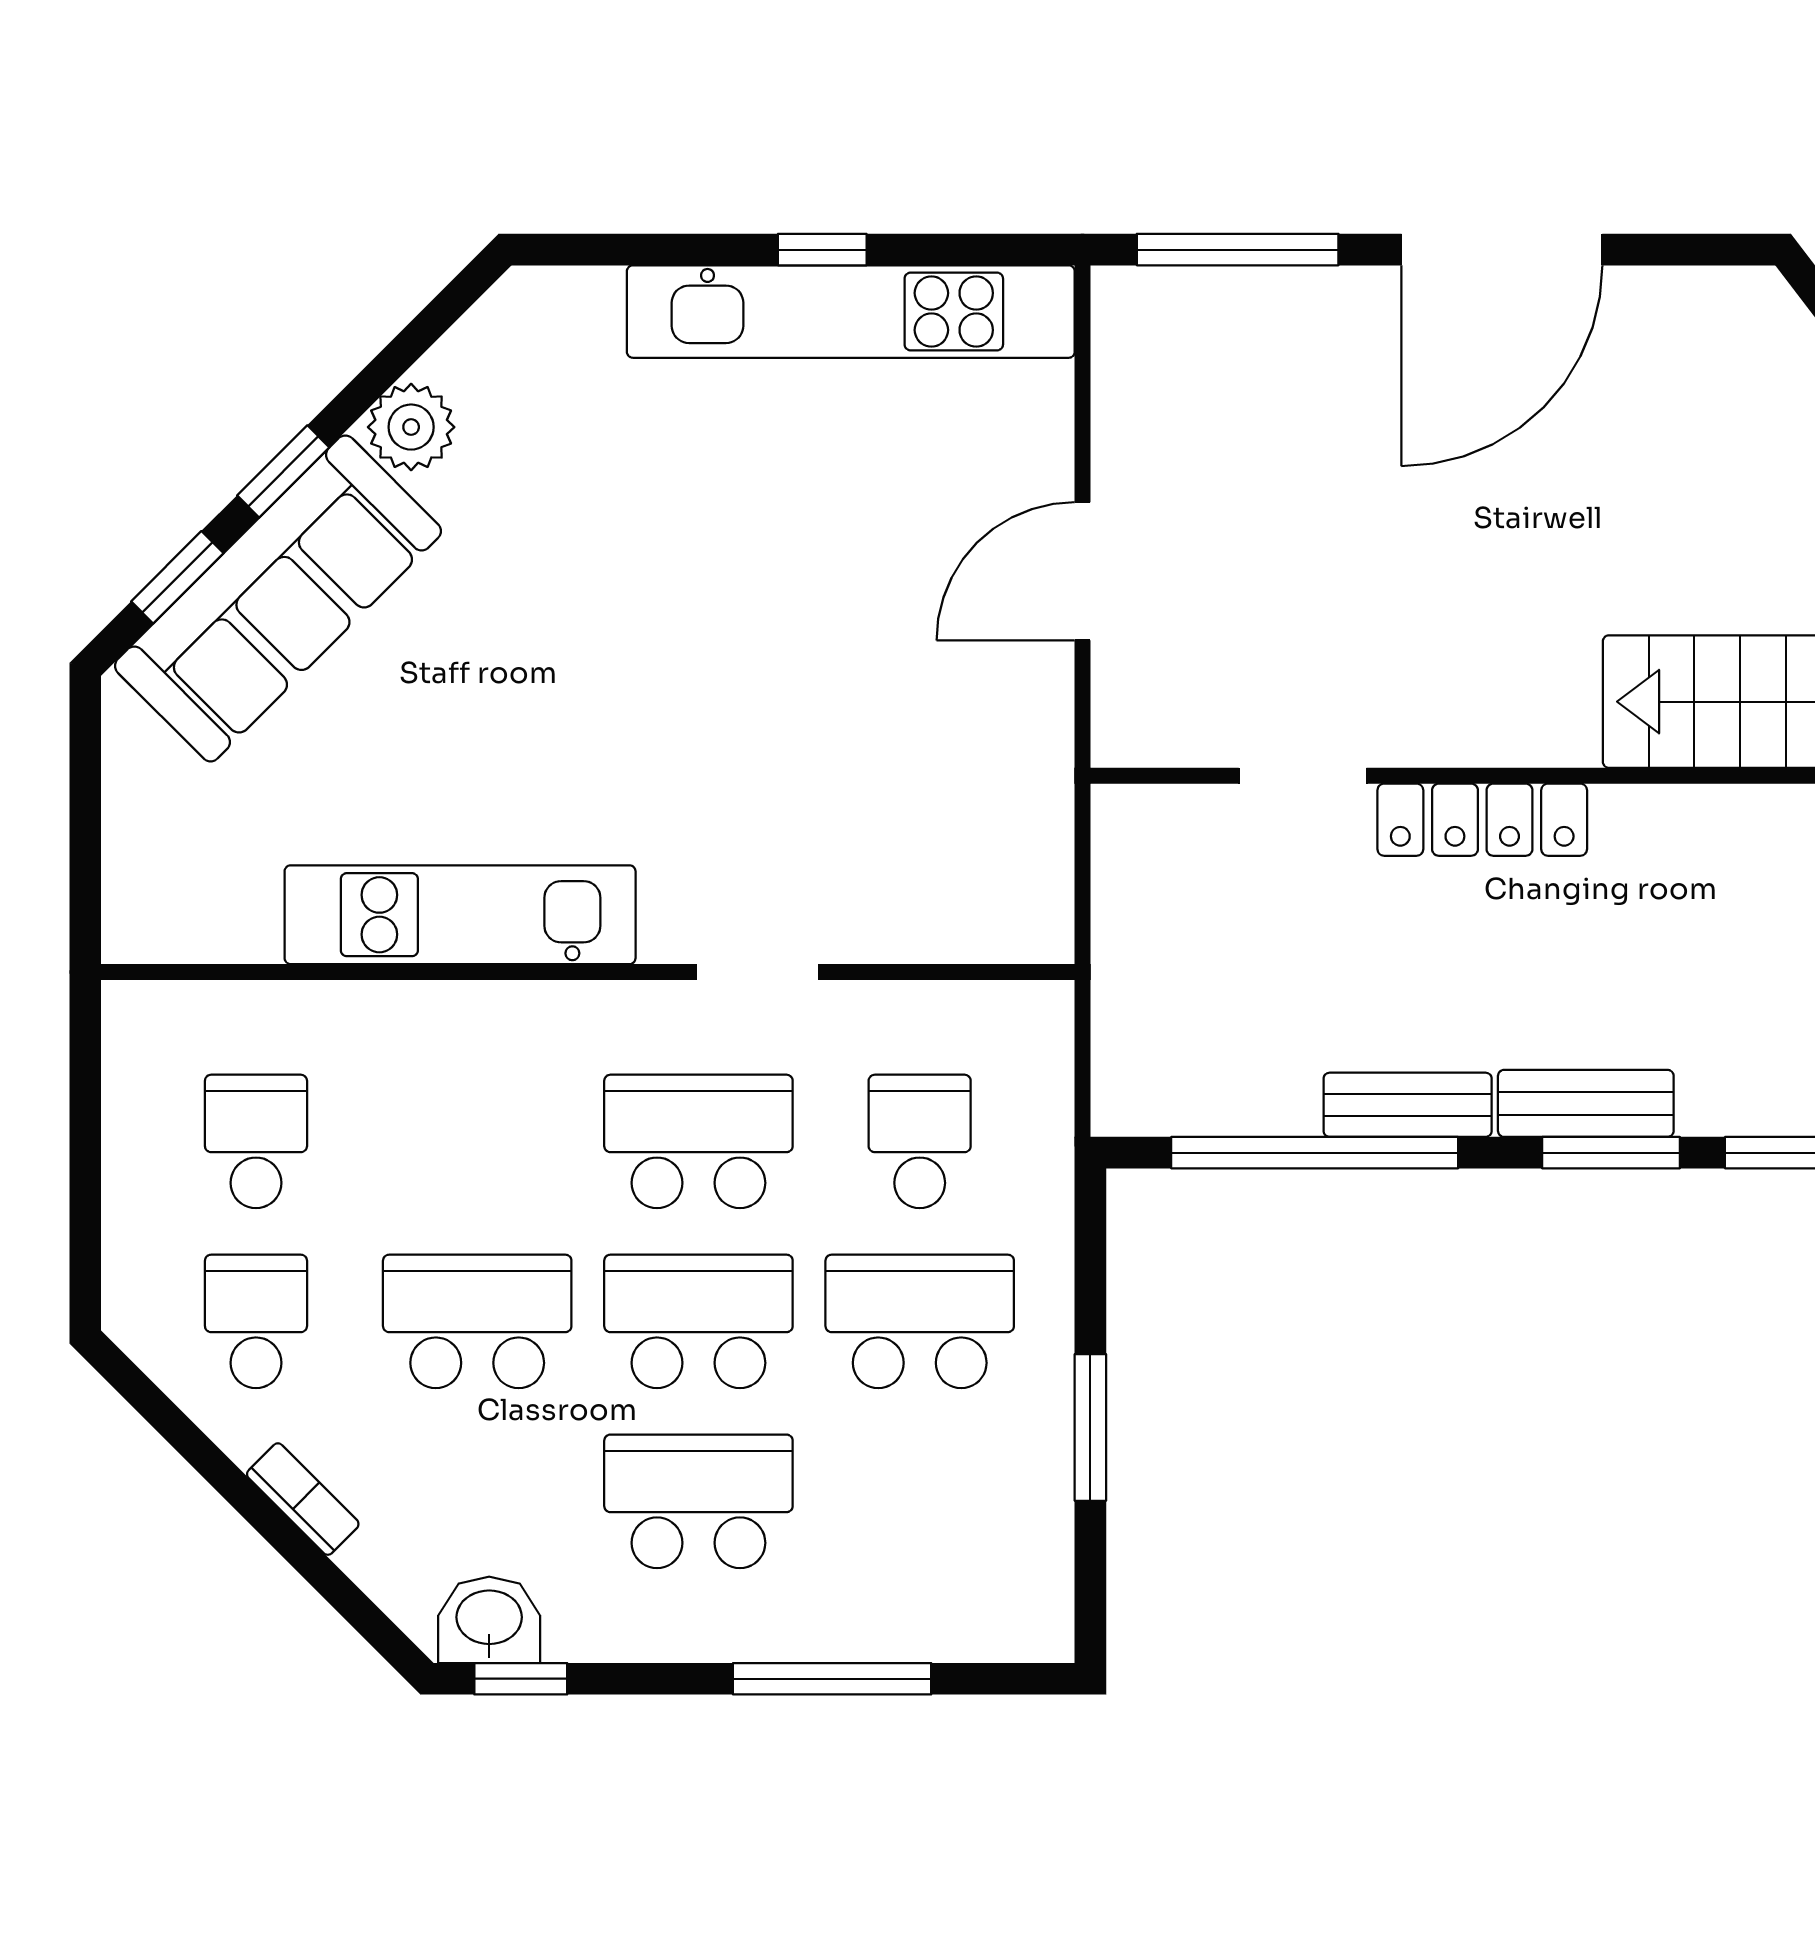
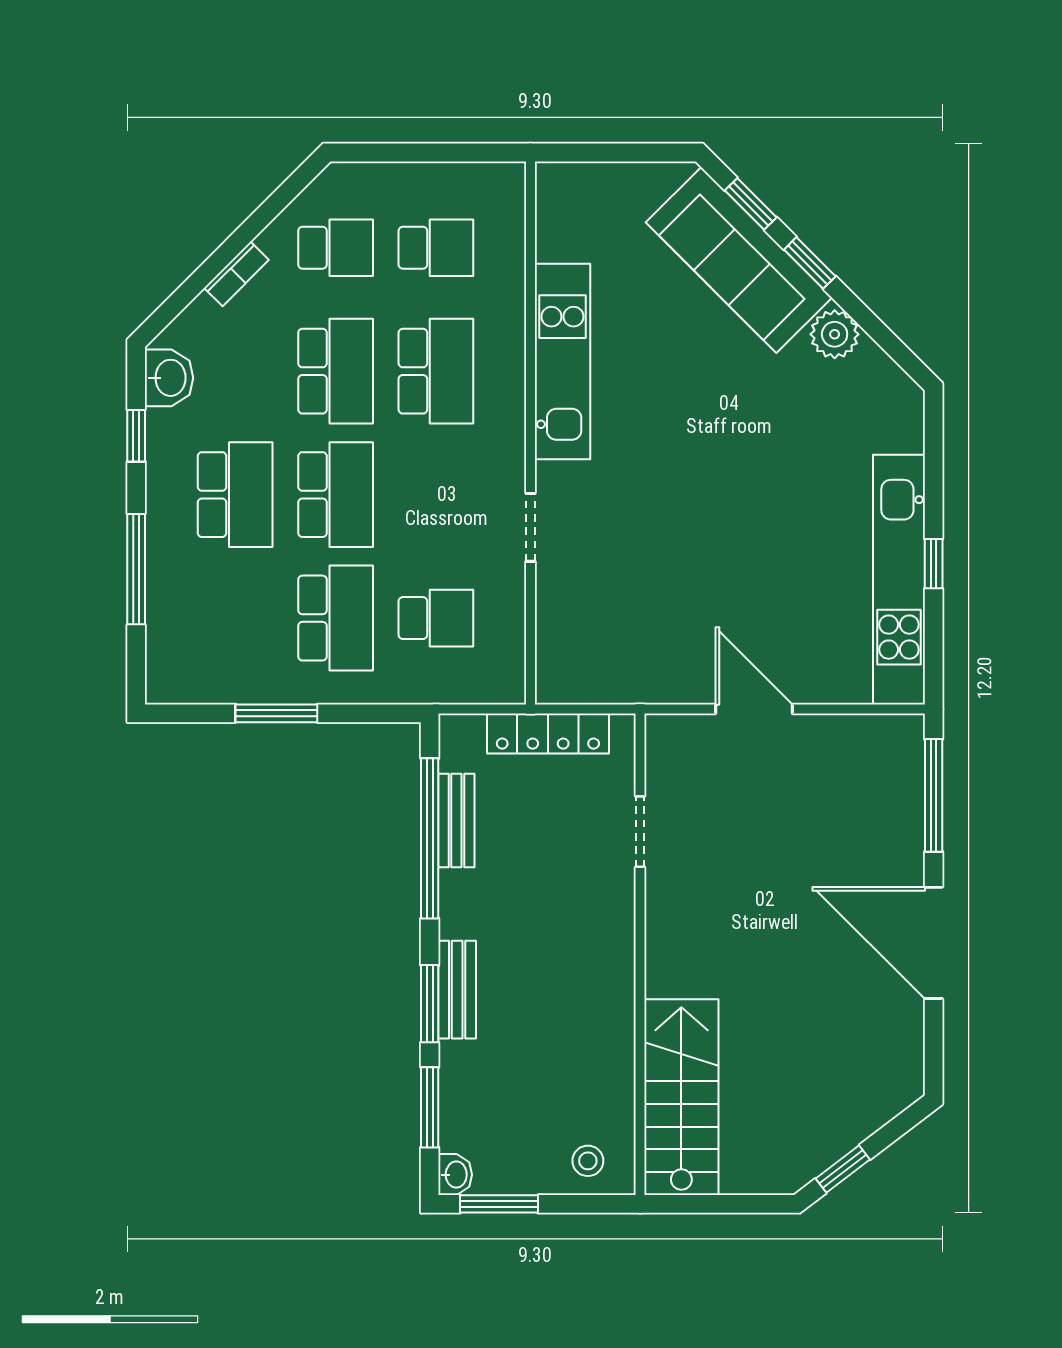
locker: (1482, 820) -> (548, 733), moved, turned -90
bench: (1408, 1105) -> (456, 820), moved
school desk: (698, 1141) -> (436, 371), moved
window: (521, 1679) -> (136, 436), moved

